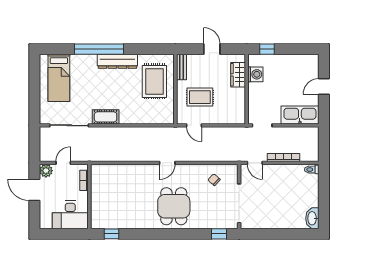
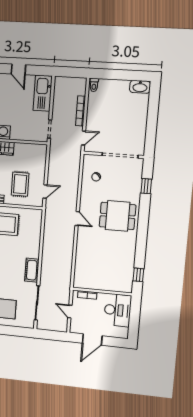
plant: (46, 171) -> (76, 327), removed
window: (219, 234) -> (146, 186), moved

